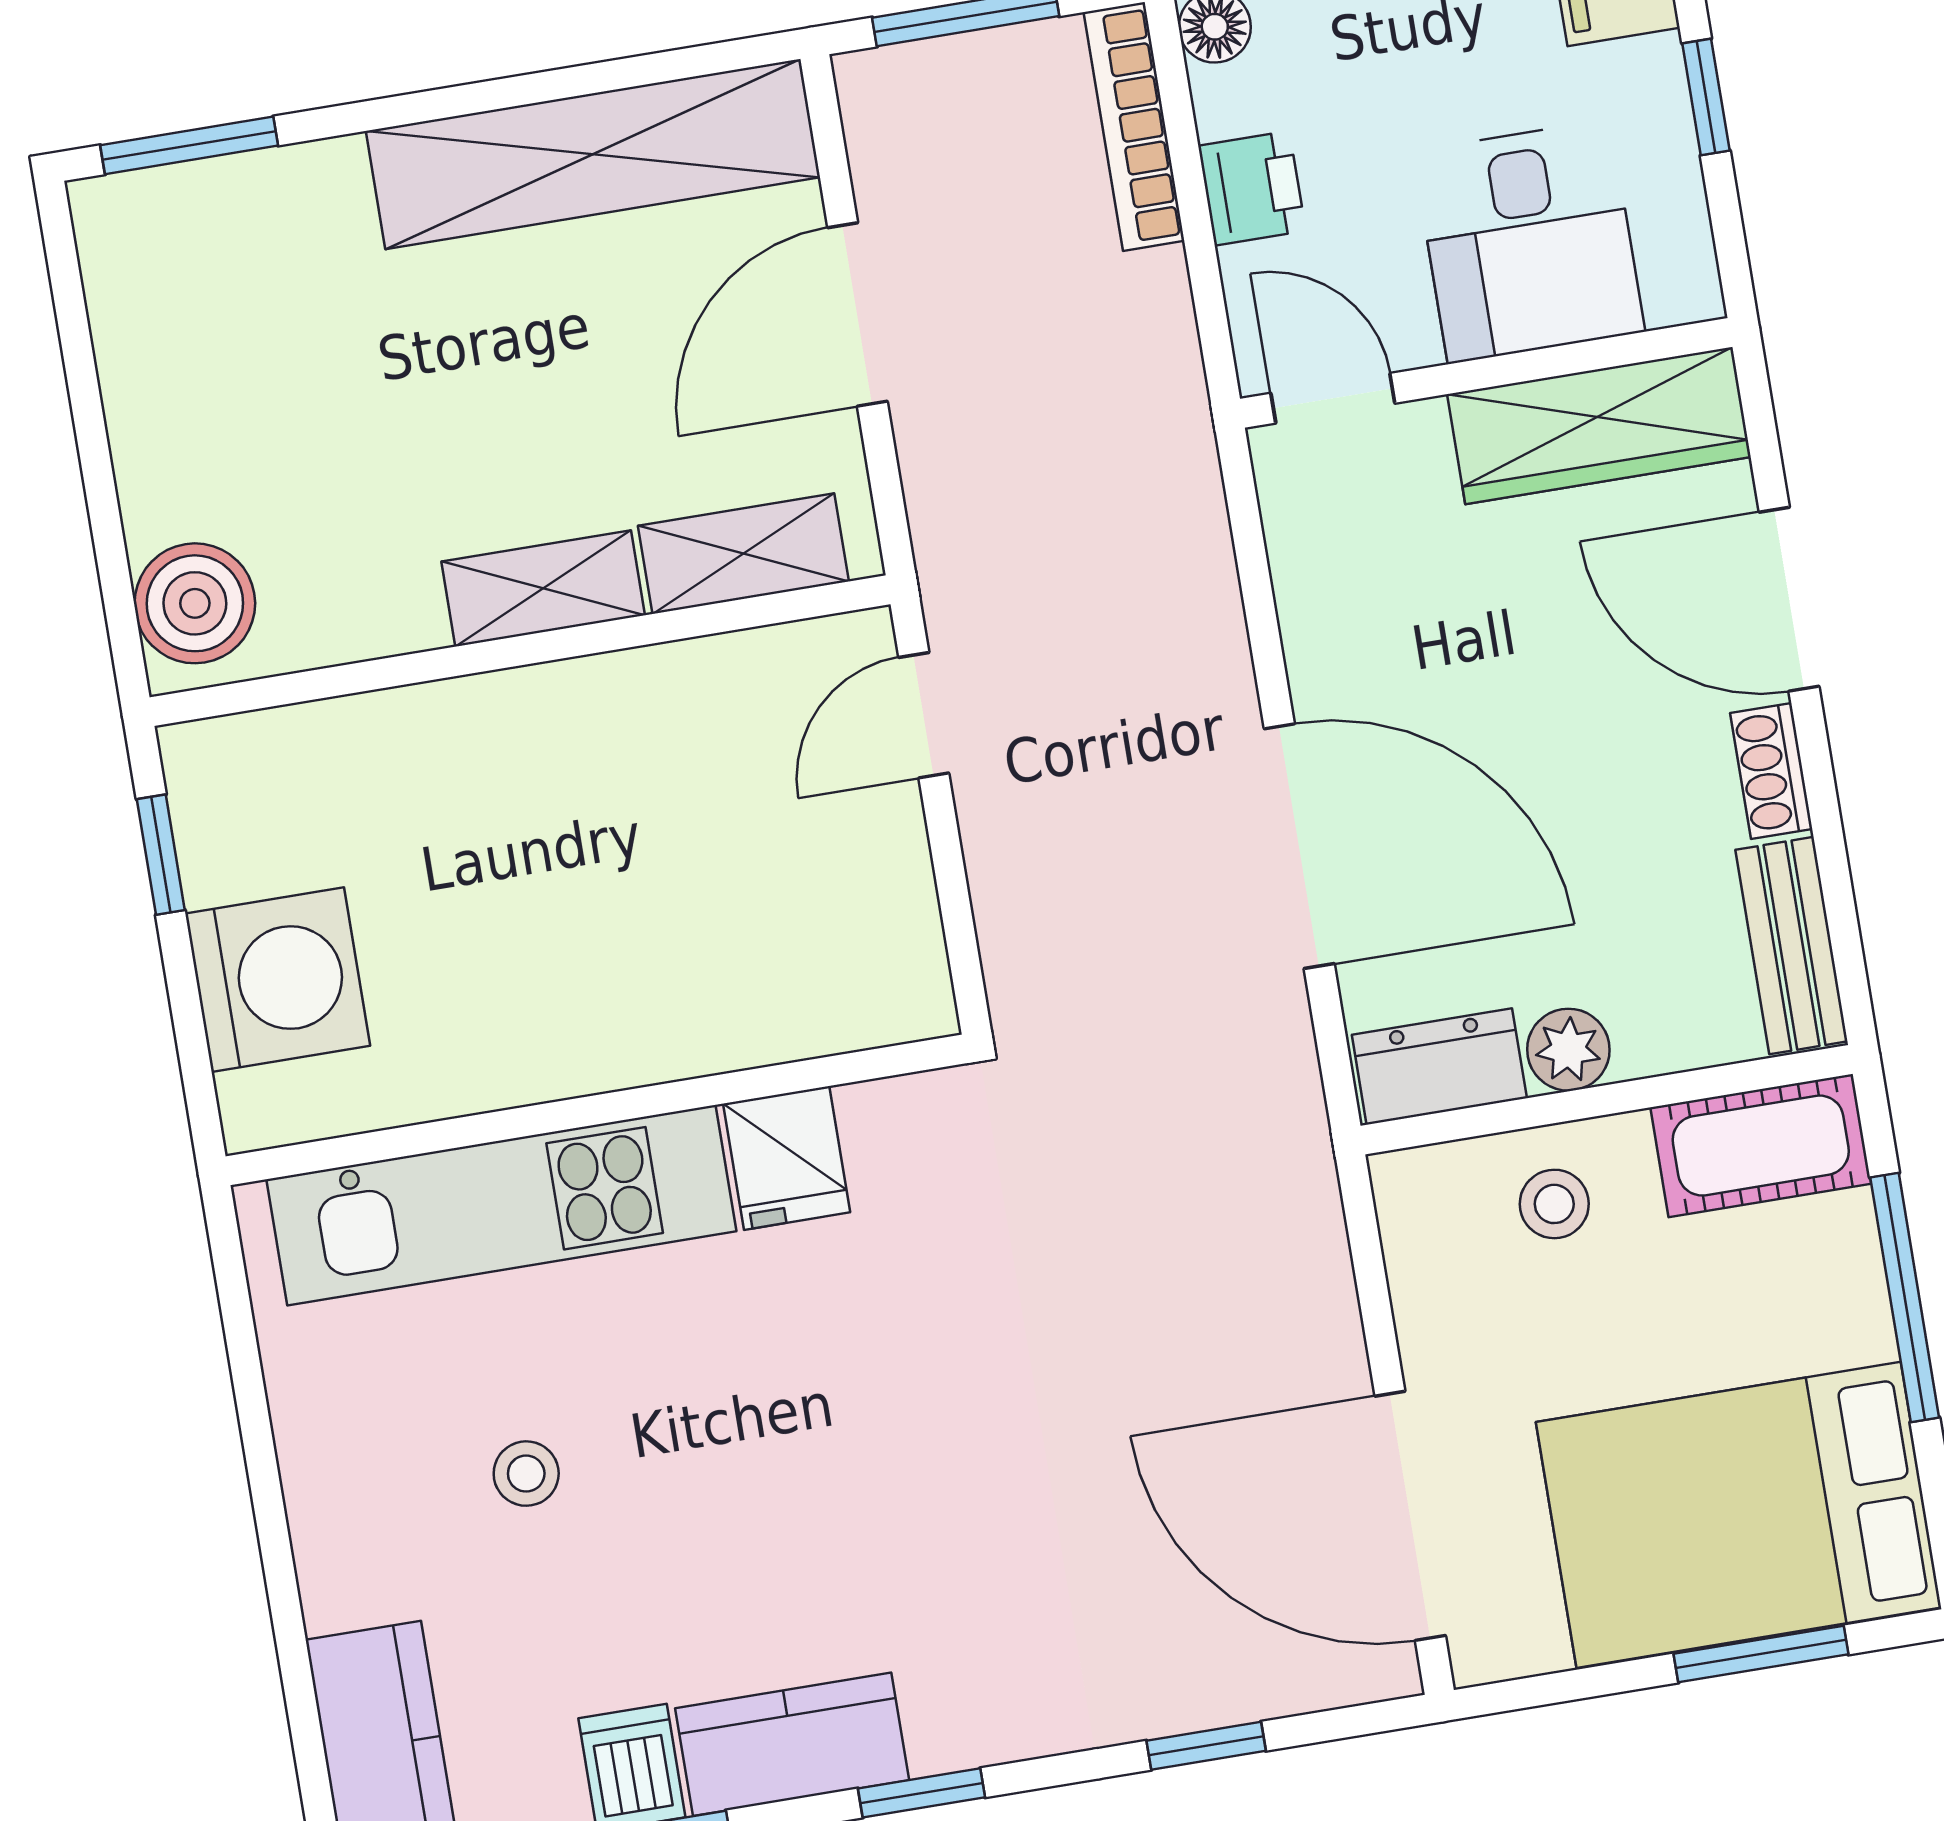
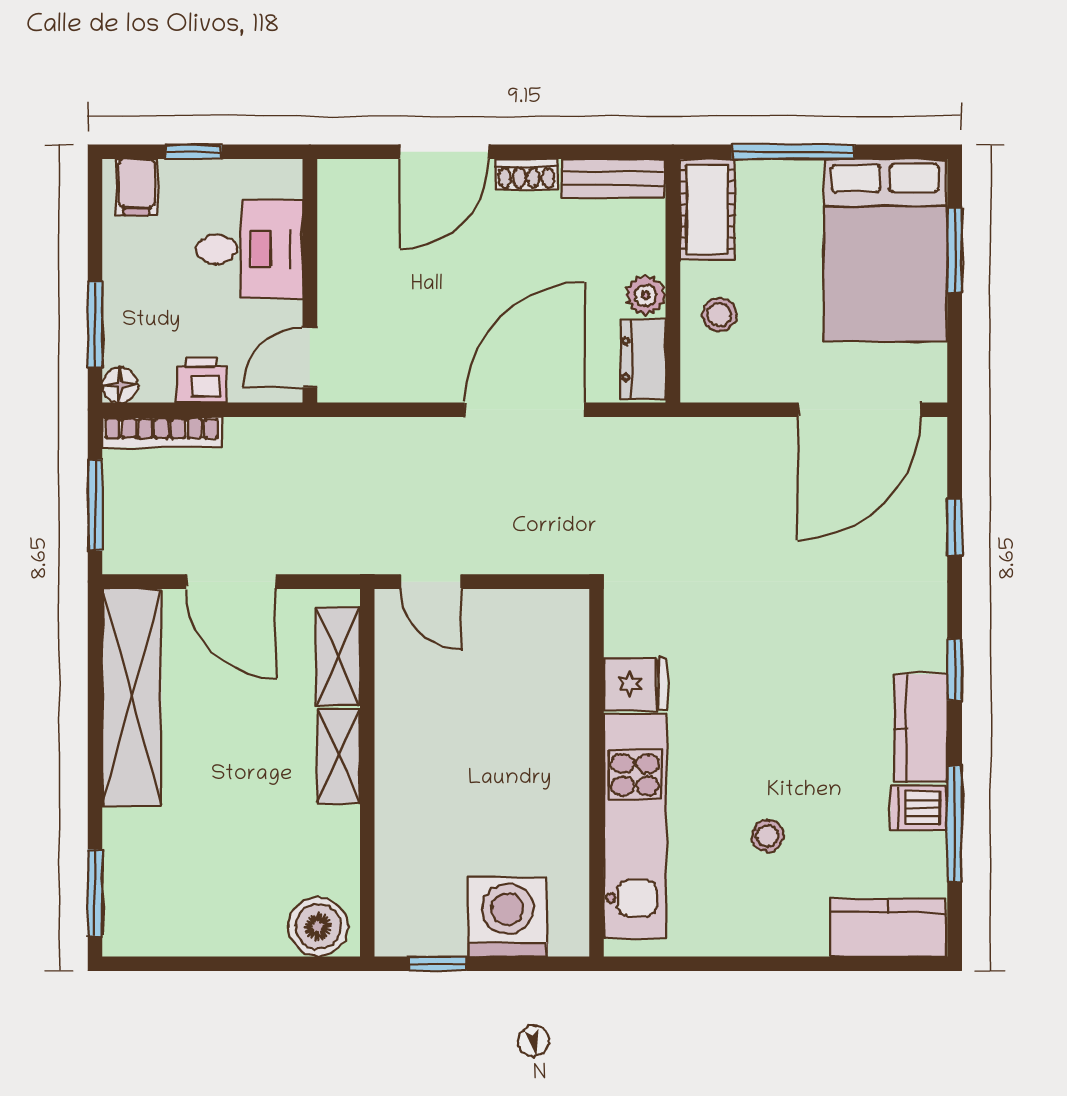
wardrobe: (1599, 426) -> (345, 230), removed

